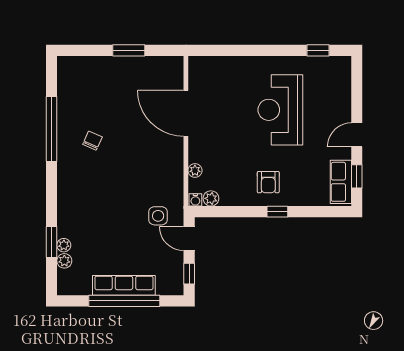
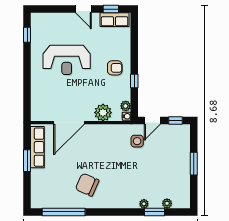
window: (51, 129) -> (64, 212), moved
chair: (92, 141) -> (87, 185), width x1.87, depth x1.87
plant: (195, 171) -> (103, 113), width x1.87, depth x1.87
window: (277, 212) -> (134, 81), moved
plant: (64, 245) -> (144, 204), moved
row of seats: (124, 285) -> (37, 147), moved, turned 180
window: (124, 301) -> (194, 164), width x0.47

